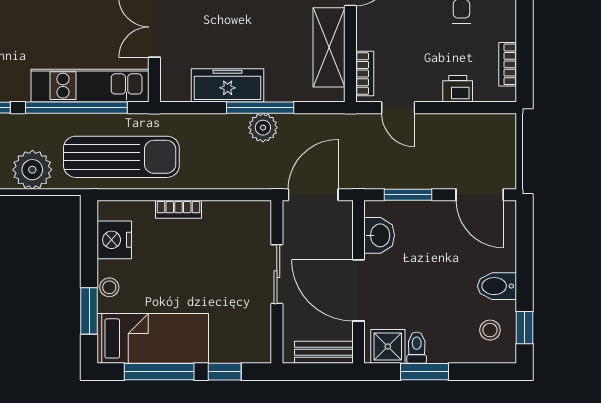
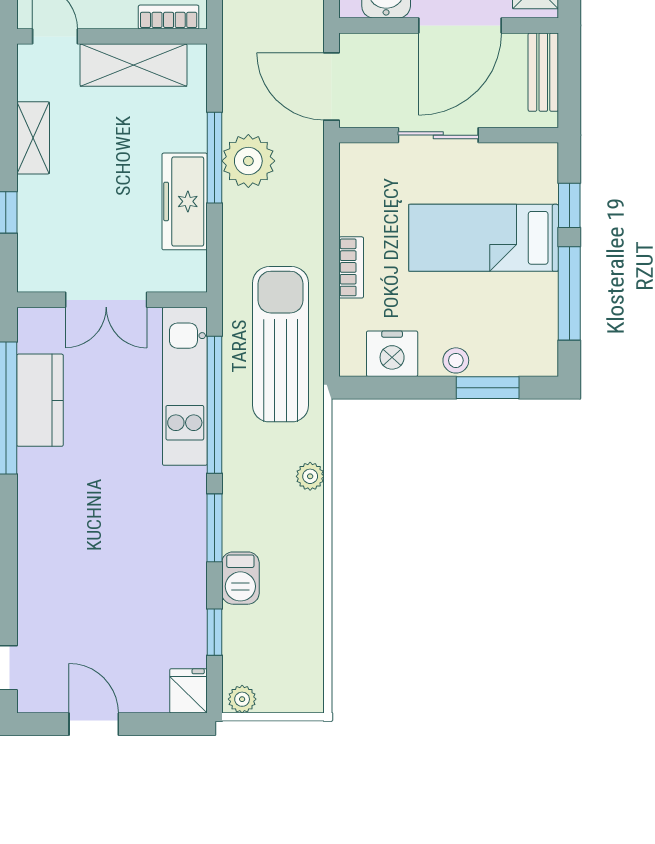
plant: (263, 128) -> (248, 161), width x1.36, depth x1.36
plant: (32, 170) -> (310, 476), width x0.53, depth x0.53
bed: (153, 338) -> (484, 238), moved, turned -90

